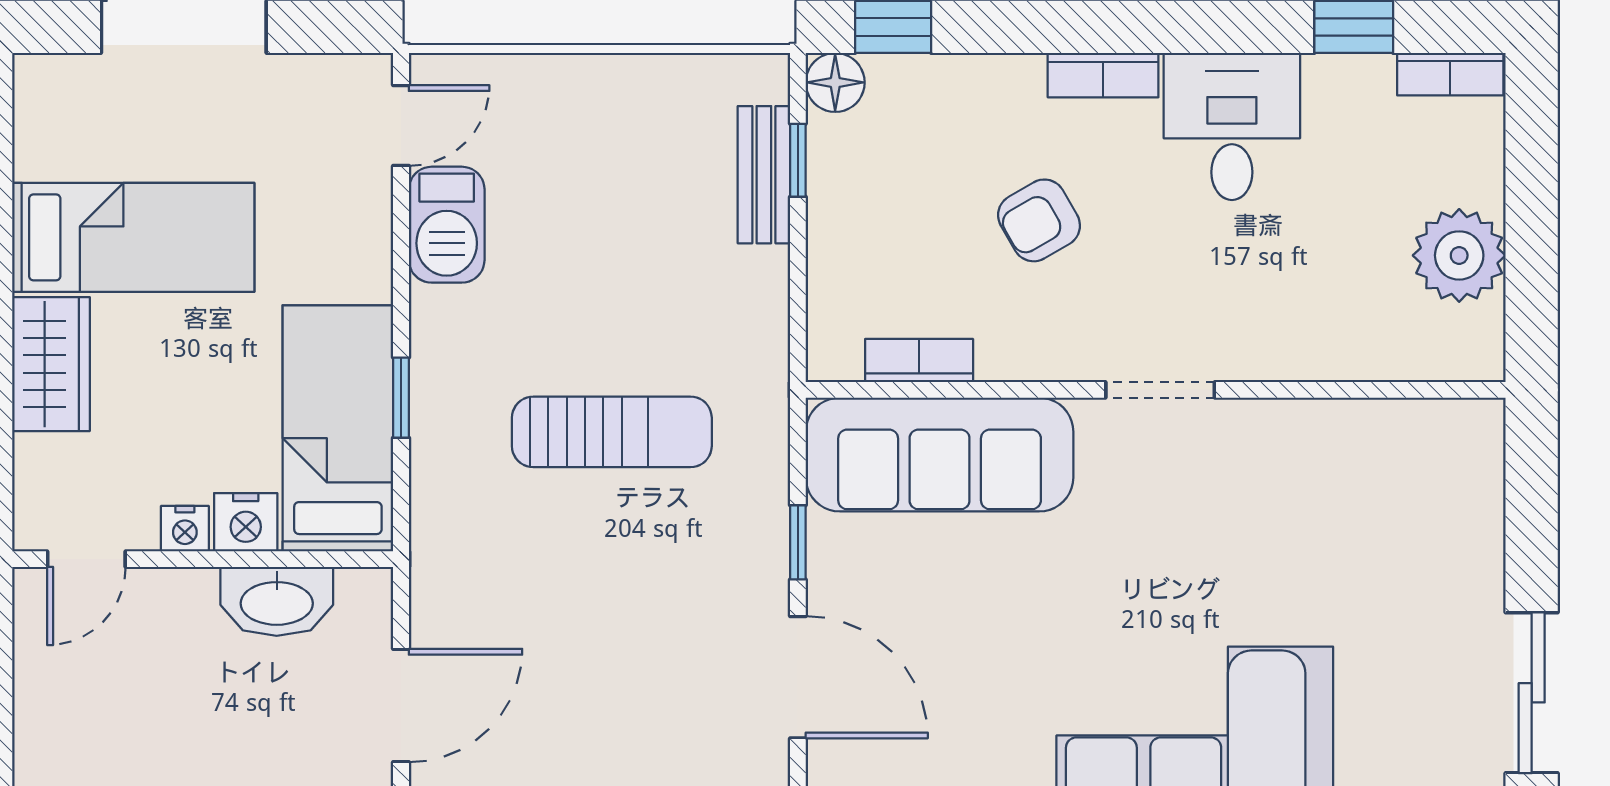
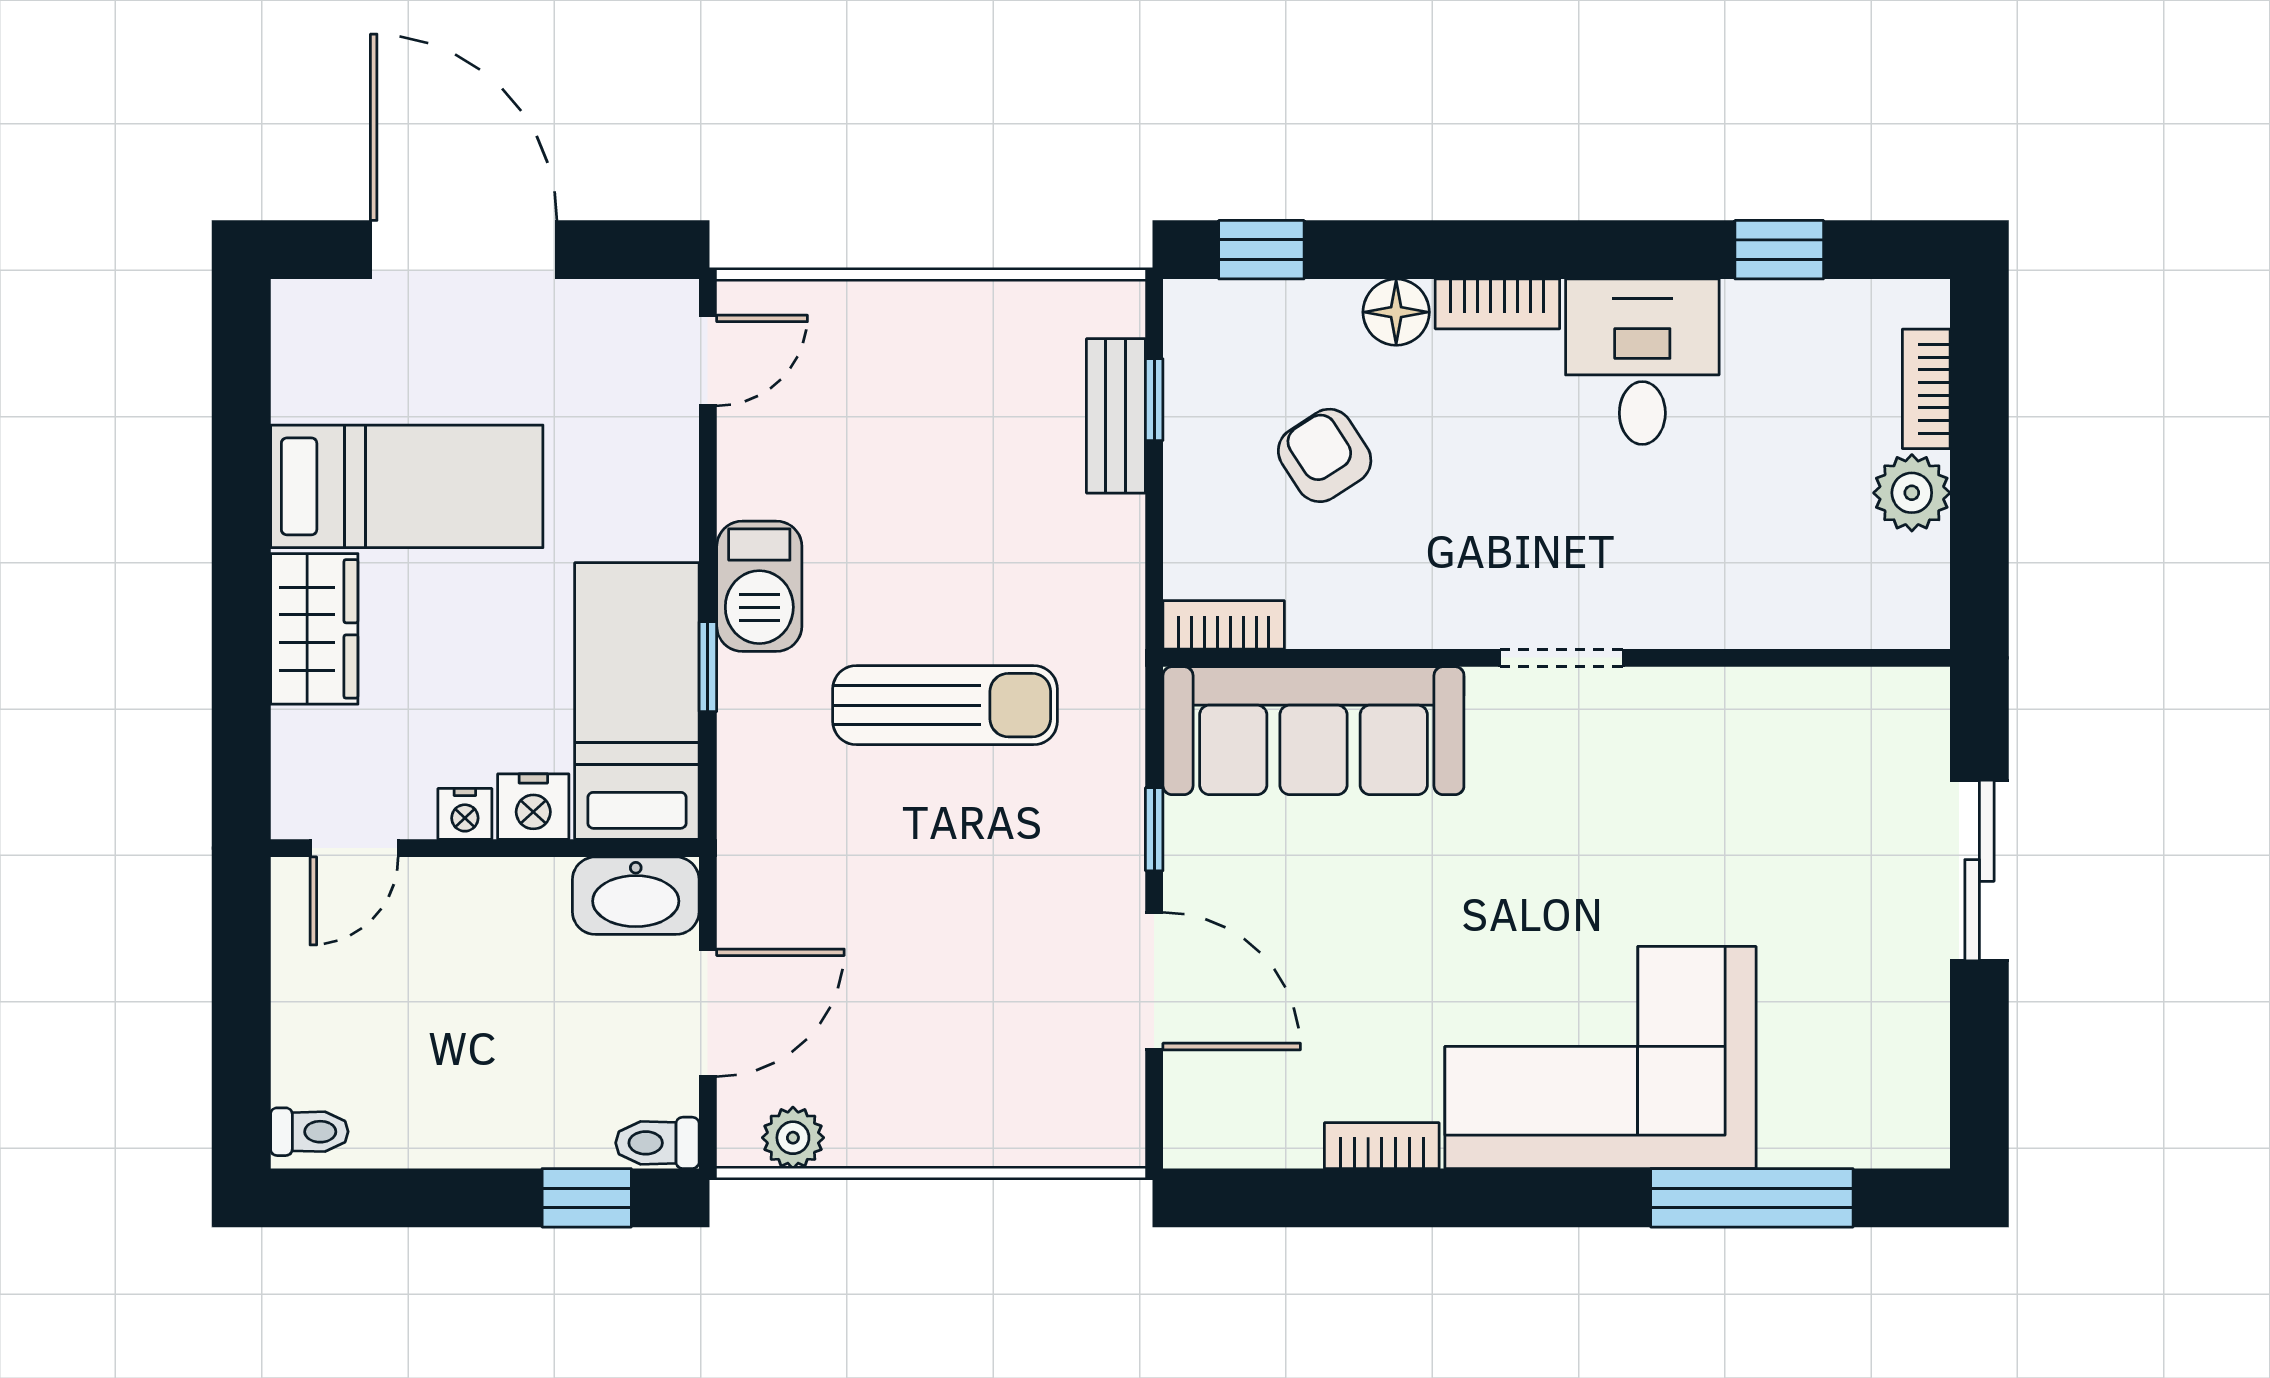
bookcase: (1450, 74) -> (1926, 389), moved, turned 90
floor lamp: (835, 82) -> (1396, 312), moved
armchair: (1039, 220) -> (1325, 455), moved, turned 87
barbecue: (447, 225) -> (759, 586), moved
plant: (1459, 255) -> (1912, 493), width x0.73, depth x0.73
bookcase: (919, 361) -> (1224, 625), moved
washbasin: (277, 601) -> (636, 896), moved
sliding door: (1532, 693) -> (1979, 870), moved

